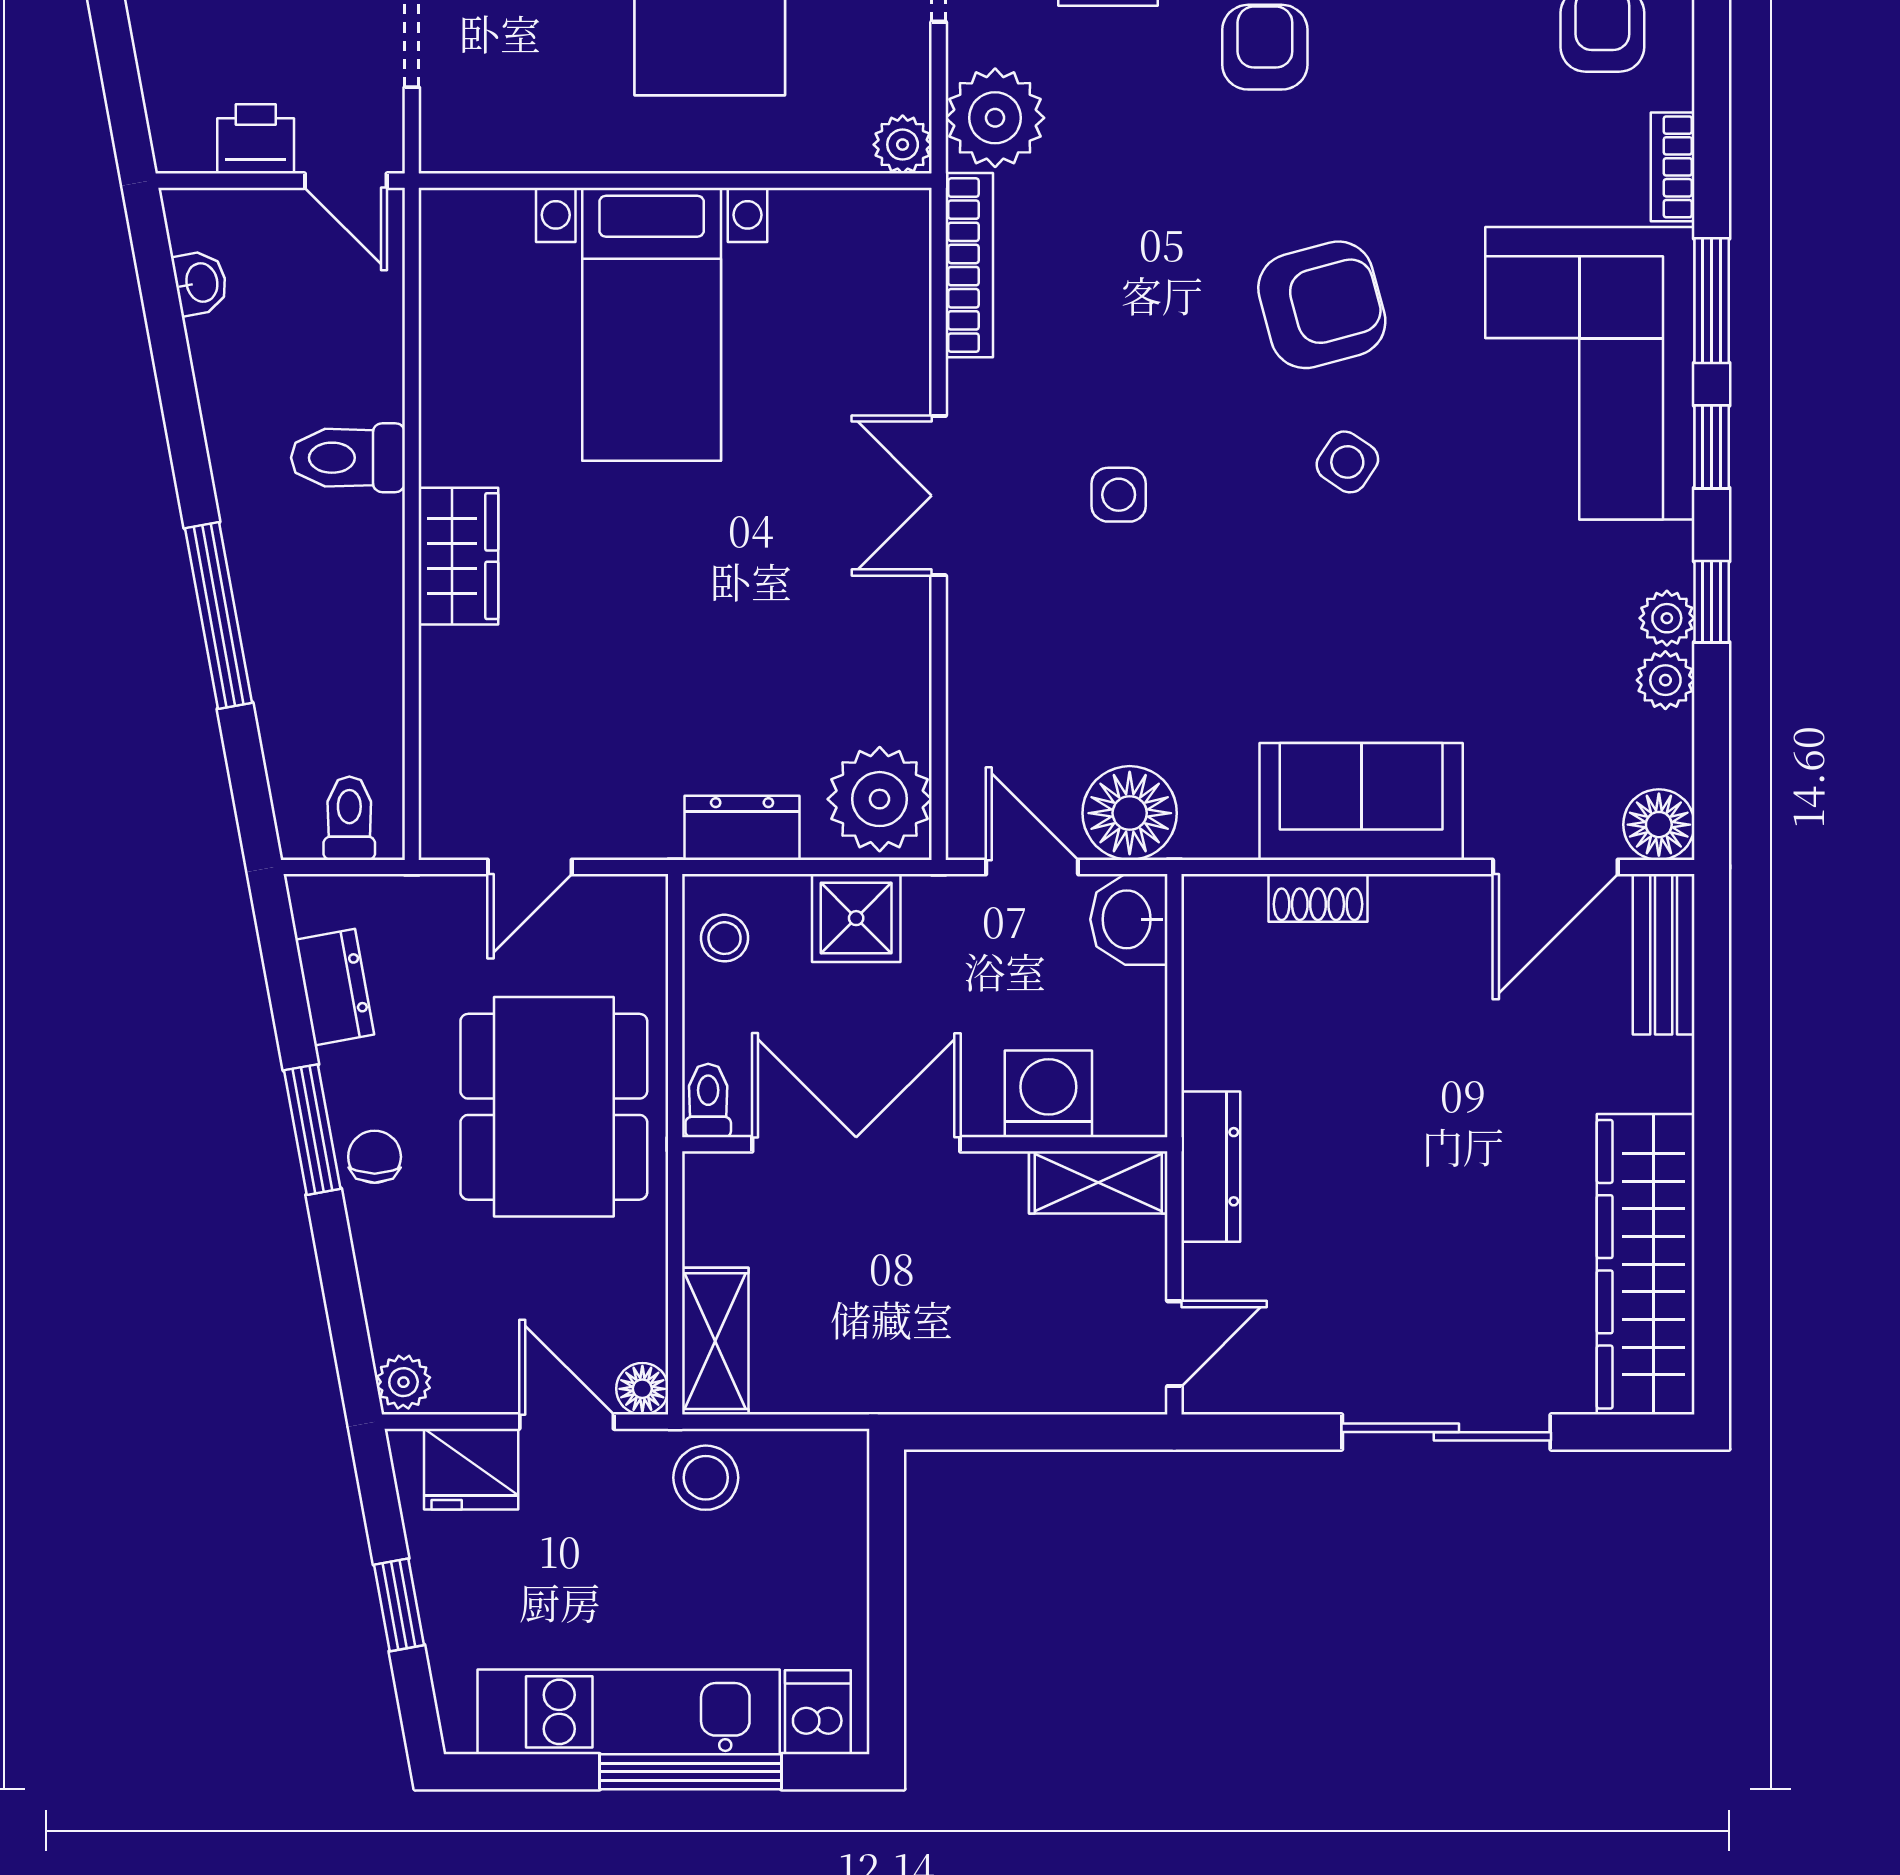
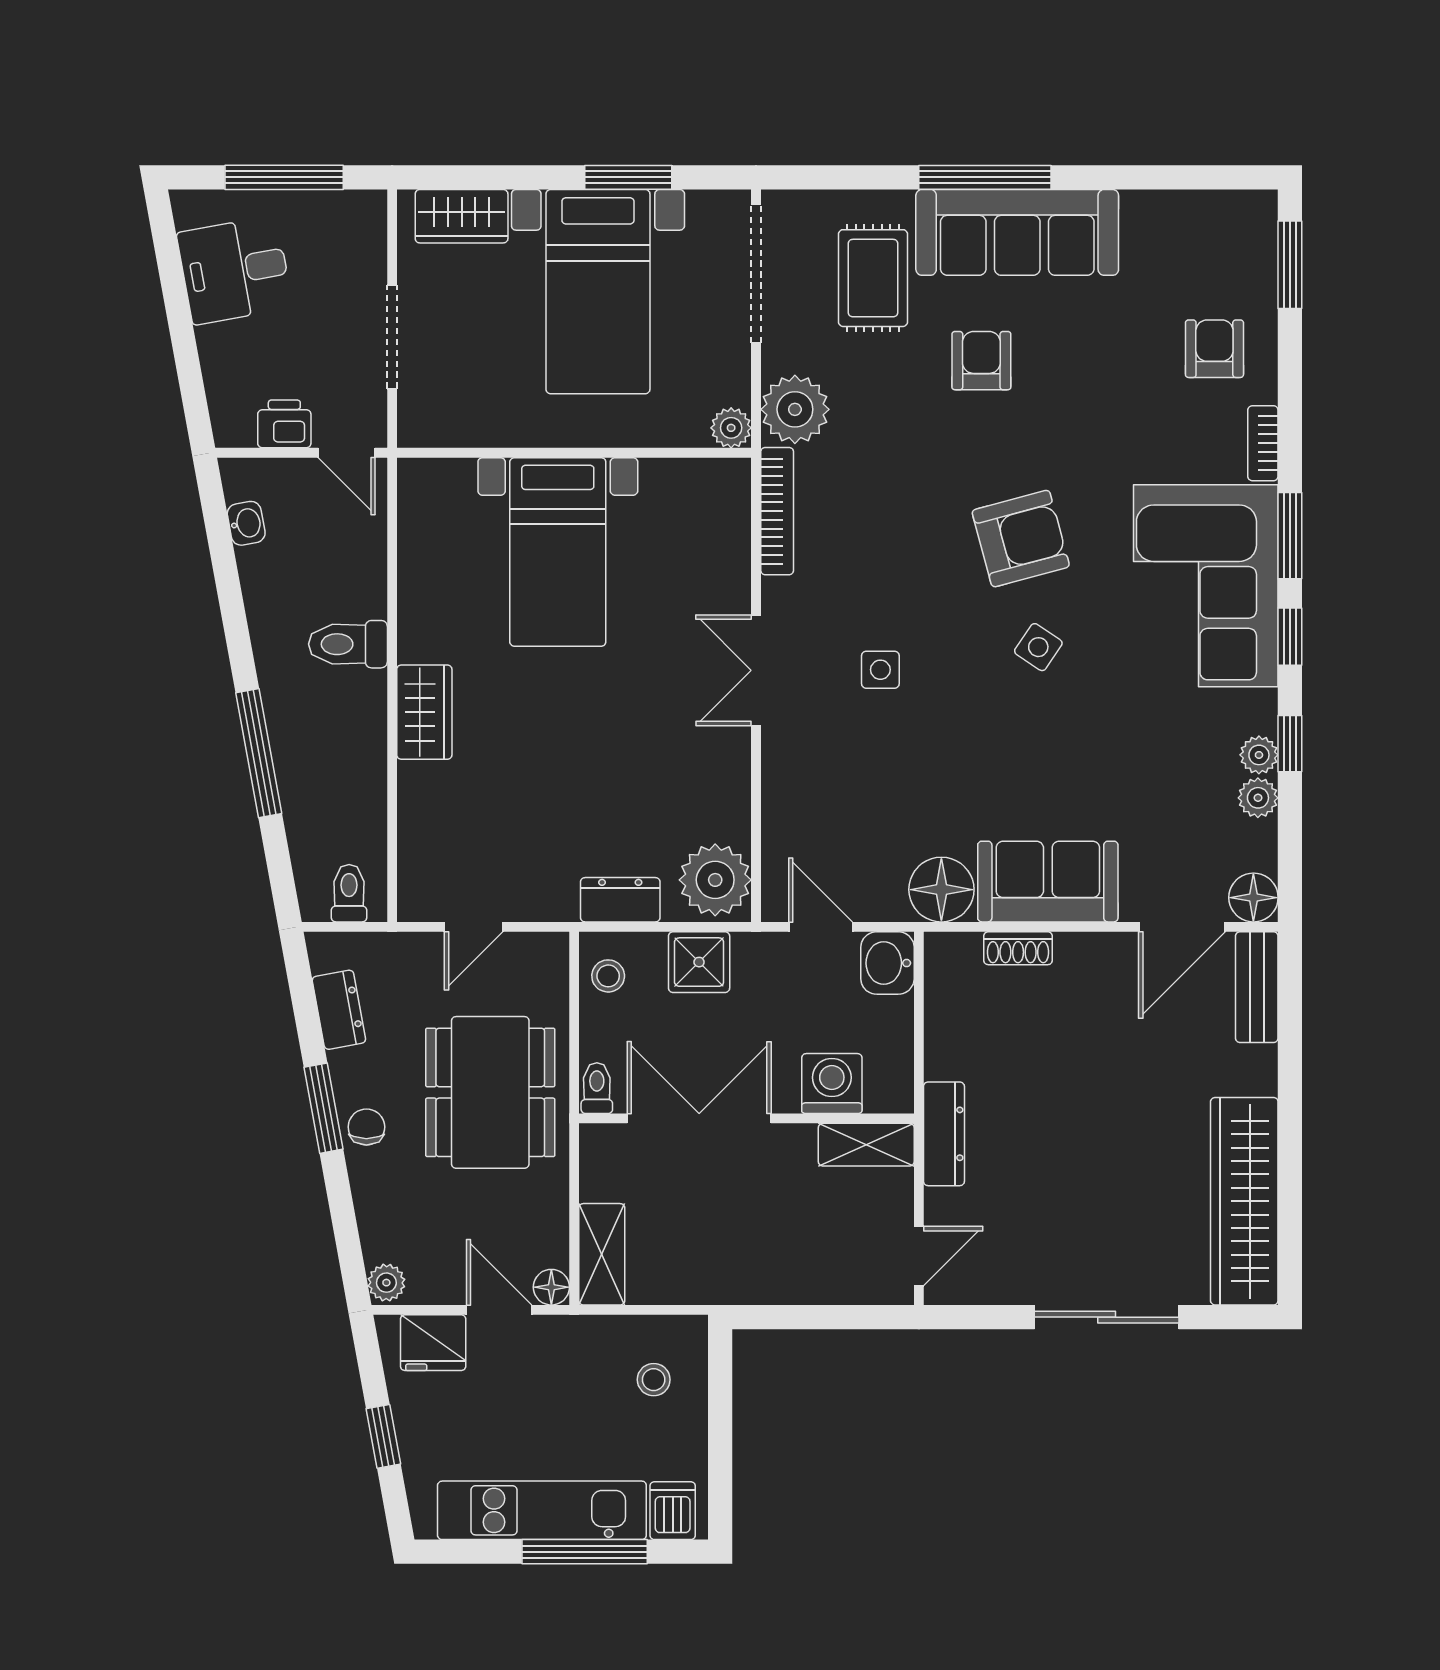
floor lamp: (1130, 813) -> (941, 890), moved
stool: (706, 1478) -> (654, 1380), moved, width x0.73, depth x0.73

